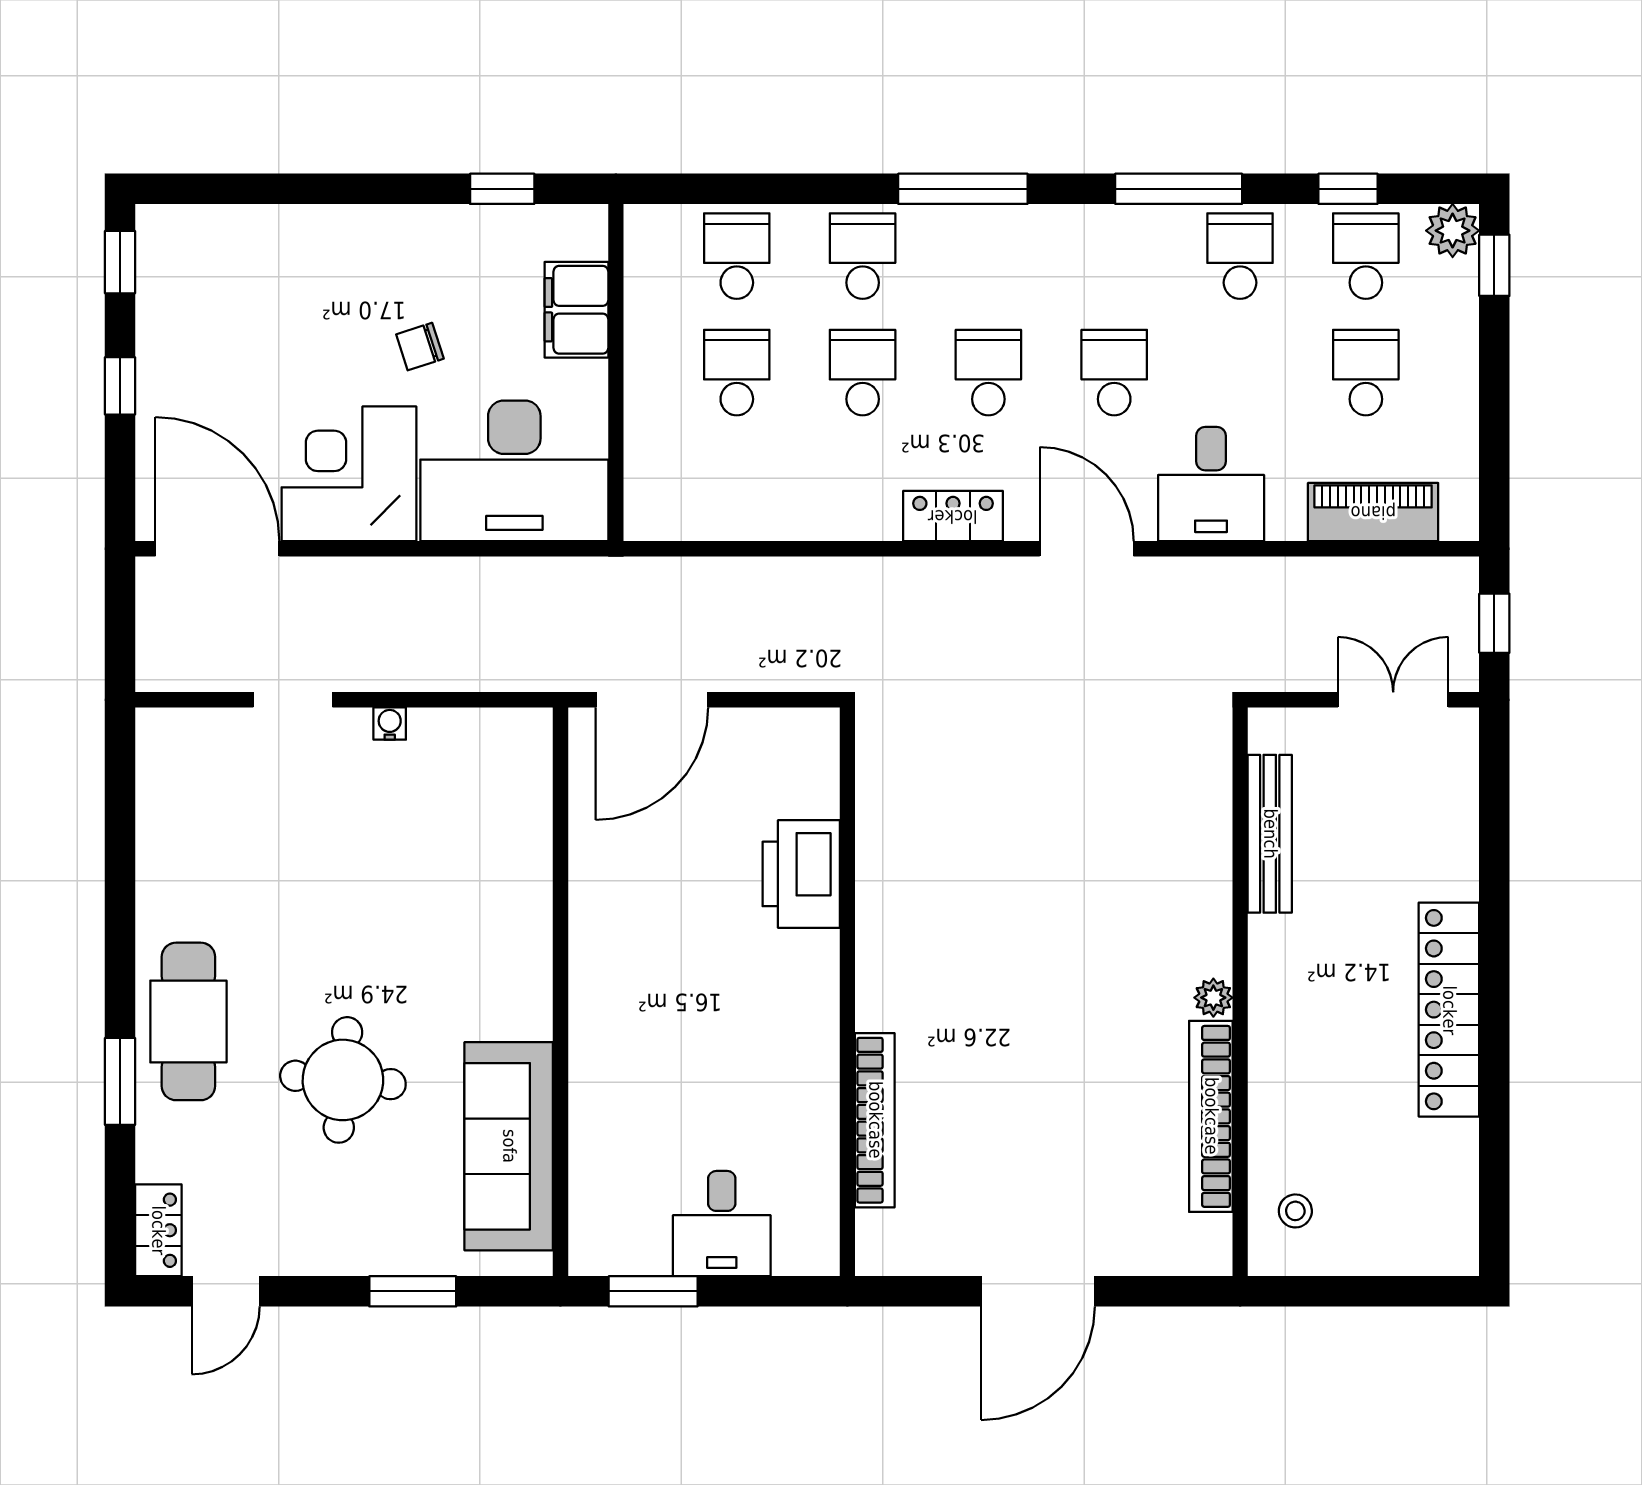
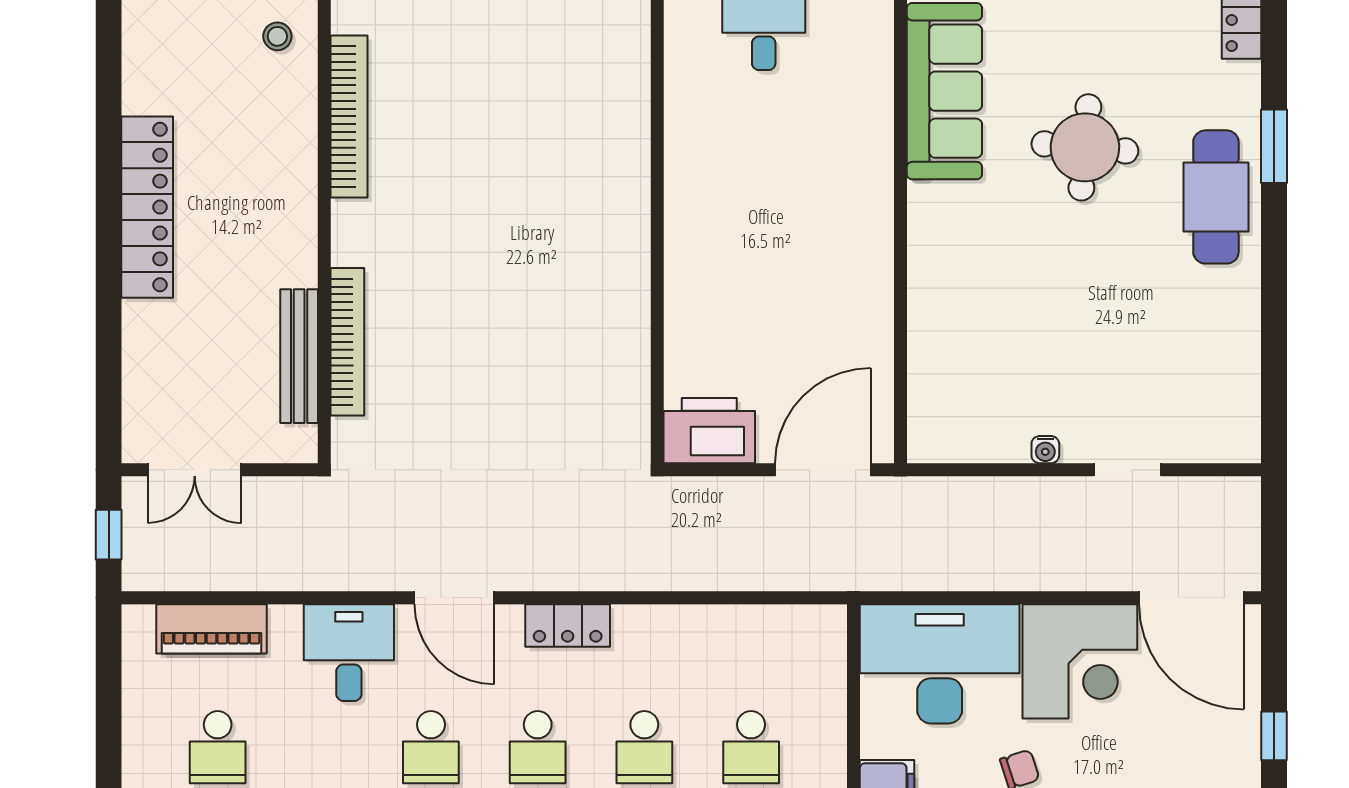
printer: (801, 874) -> (709, 431), moved, turned -90
plant: (1213, 998) -> (347, 217), removed
bookcase: (875, 1120) -> (347, 342), moved, turned 180

